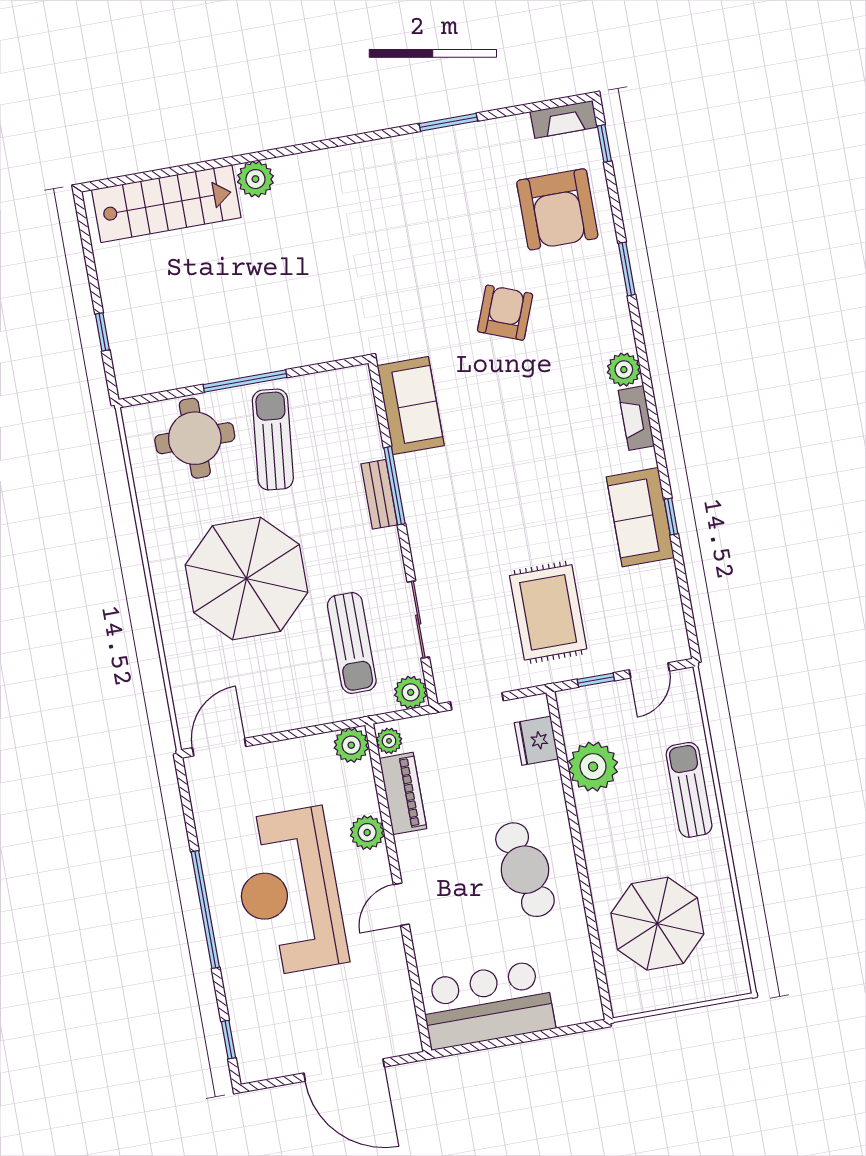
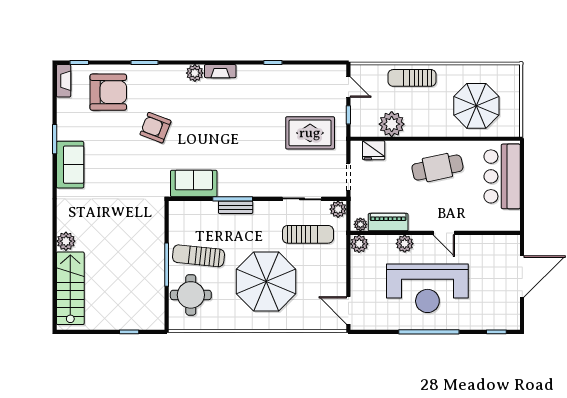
sofa: (640, 517) -> (70, 165), moved, turned -90
bar counter: (487, 1005) -> (502, 176), moved

